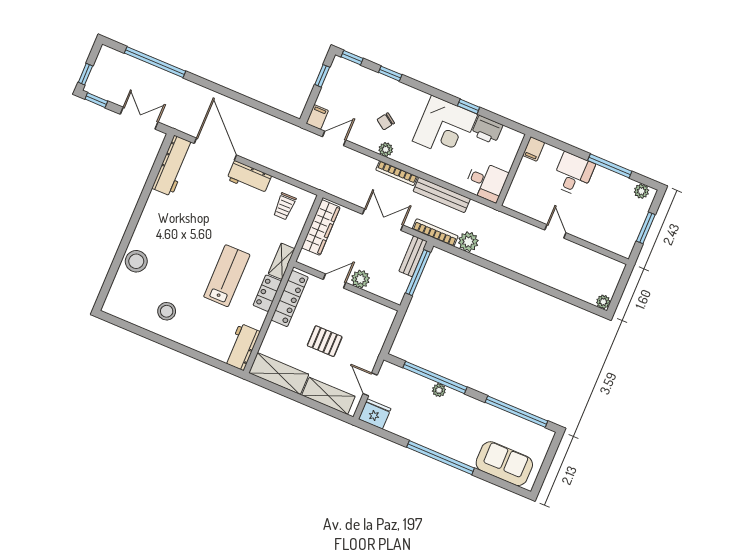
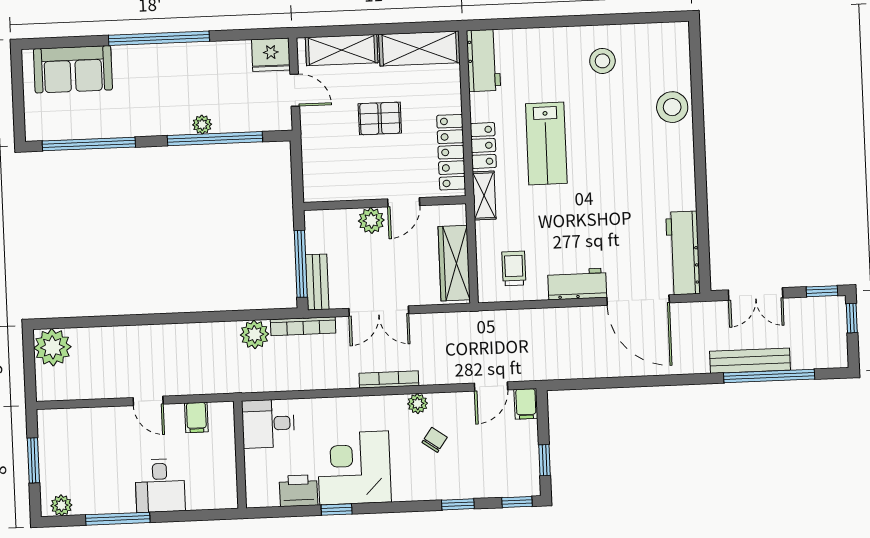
filing cabinet: (534, 149) -> (196, 417), moved, turned 180
bench: (442, 195) -> (750, 361), moved
plant: (603, 302) -> (53, 347), width x1.88, depth x1.88

